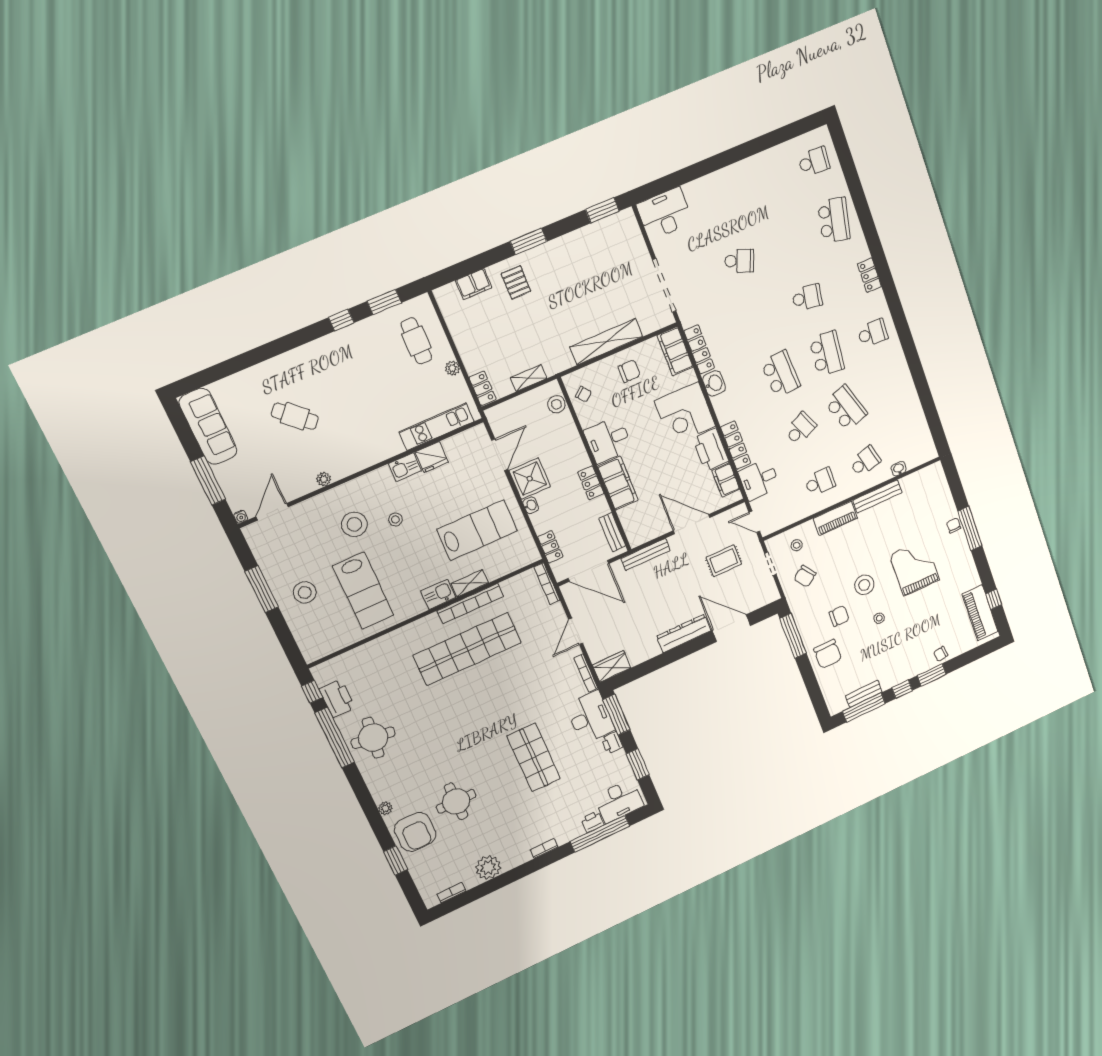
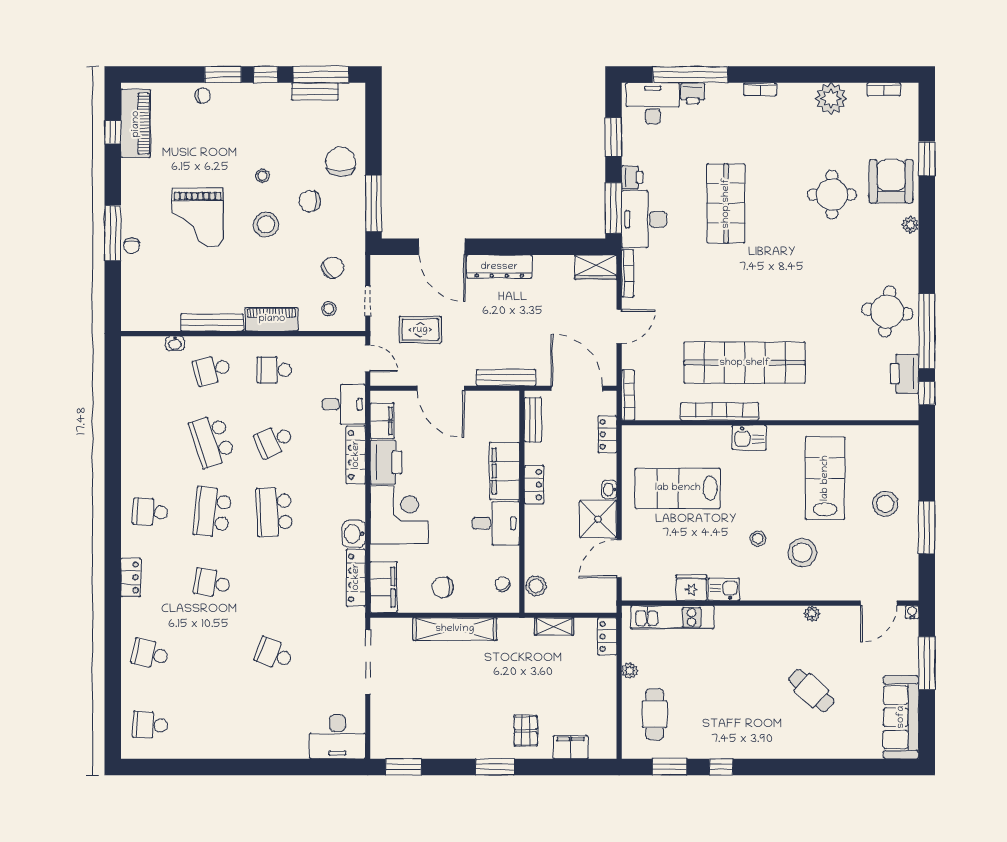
school desk: (834, 220) -> (150, 654), width x0.54
shelving: (470, 583) -> (710, 434), removed

